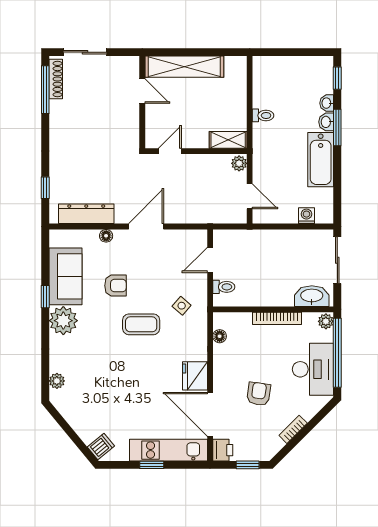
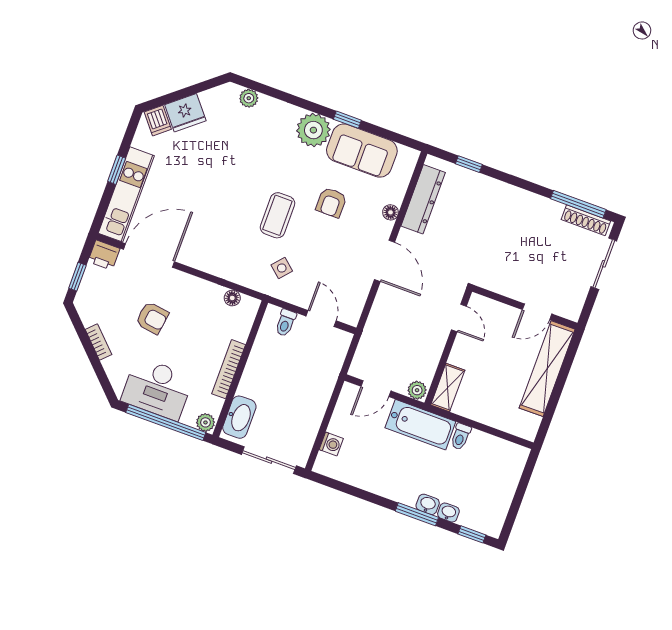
bathtub: (321, 160) -> (420, 425), moved, turned 180
fridge: (195, 376) -> (185, 113), moved, turned 141

